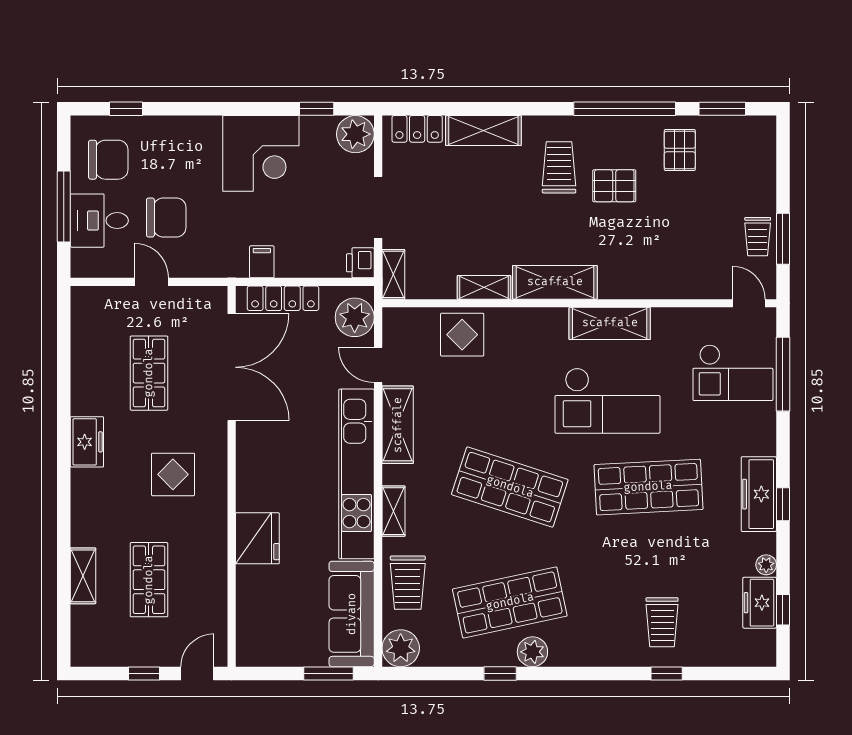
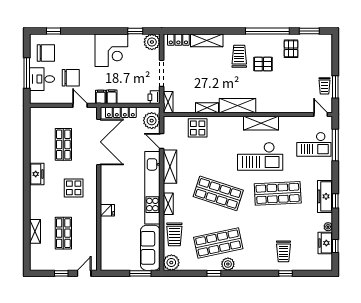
filing cabinet: (236, 262) -> (101, 97), added
door: (151, 282) -> (80, 105), moved
fridge: (257, 538) -> (107, 210), width x0.53, depth x0.75

